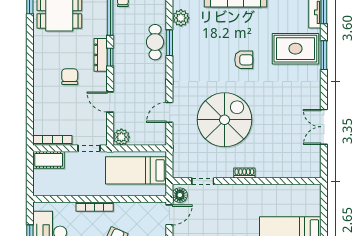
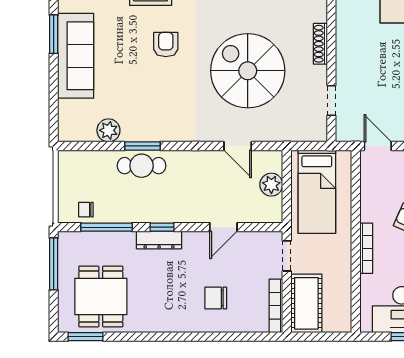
chair: (70, 77) -> (216, 298), moved
plant: (121, 137) -> (271, 185), moved
cot: (49, 160) -> (306, 303), width x1.37, depth x1.34
shoe rack: (244, 173) -> (320, 44), width x1.43
floor lamp: (180, 195) -> (351, 132), removed

